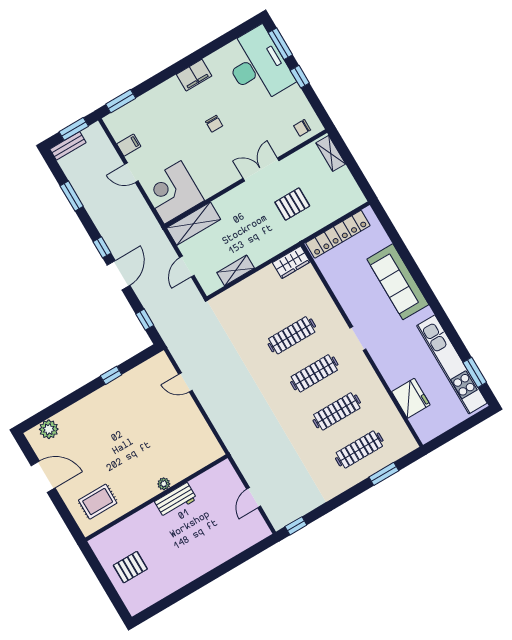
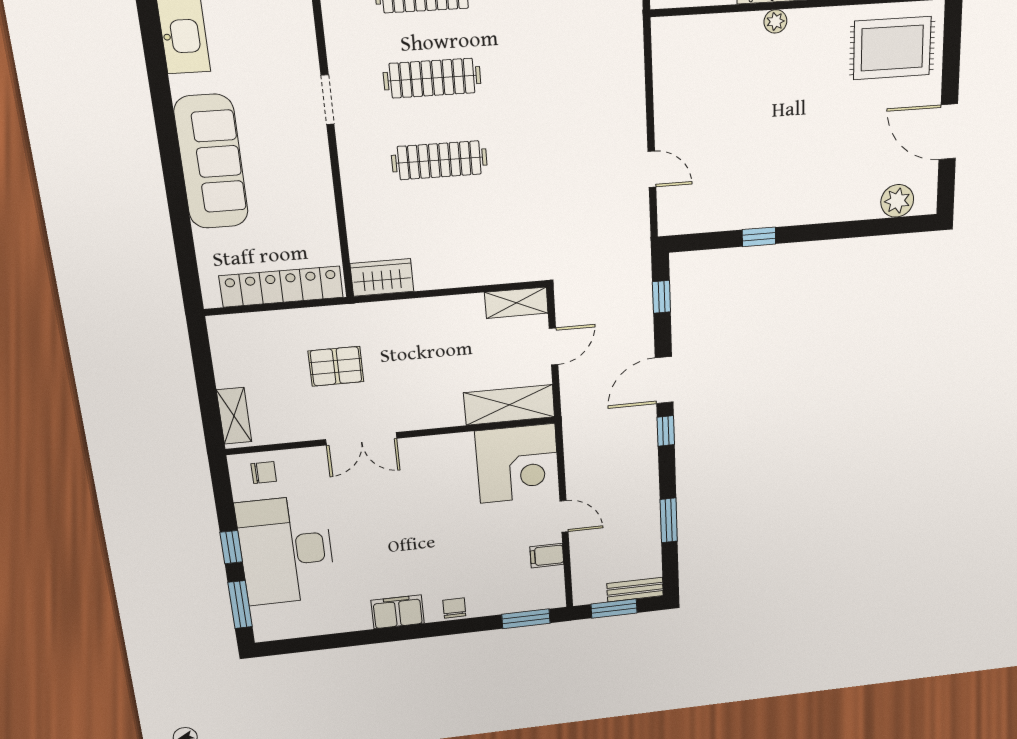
desk: (258, 65) -> (286, 550), moved
chair: (214, 124) -> (454, 608), moved
shelving: (236, 270) -> (516, 303), moved
rug: (98, 502) -> (892, 48), width x1.36, depth x1.43

